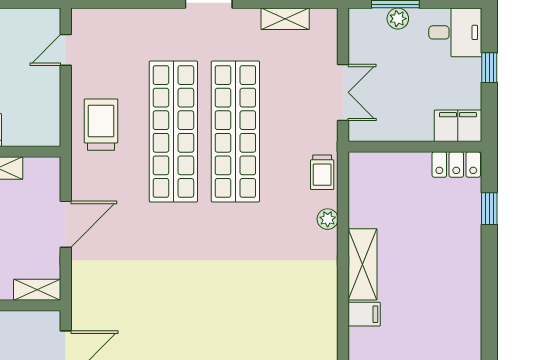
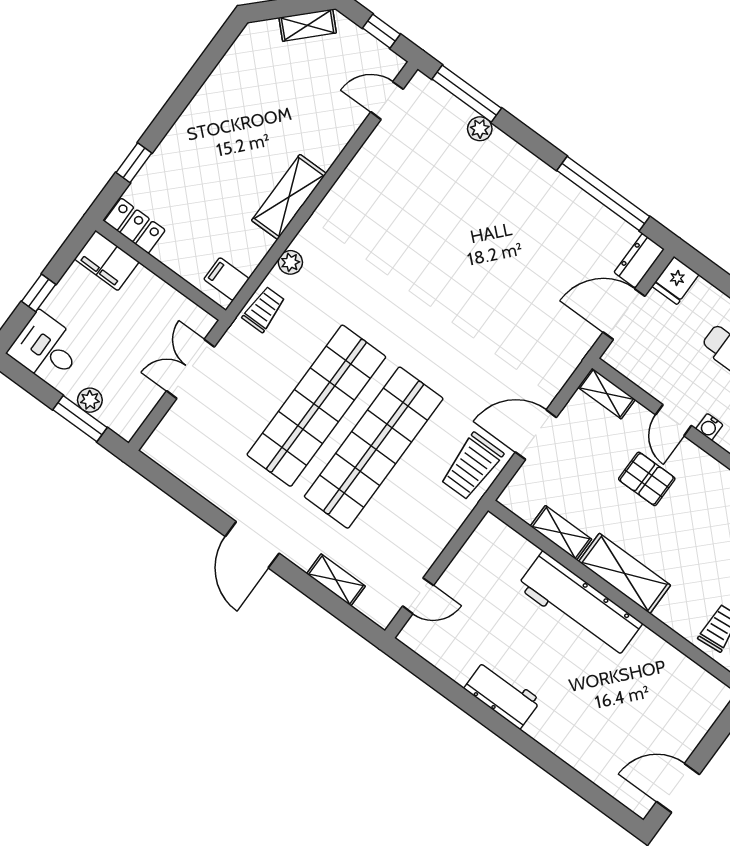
shelving: (285, 19) -> (336, 580), moved
trolley: (101, 125) -> (472, 466), moved
filing cabinet: (364, 314) -> (226, 279), moved

